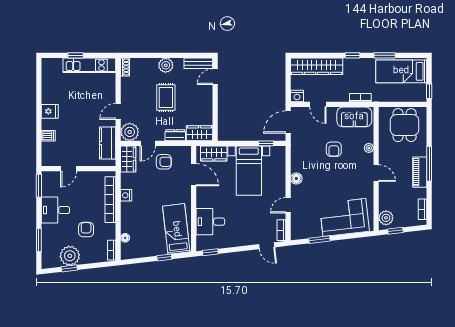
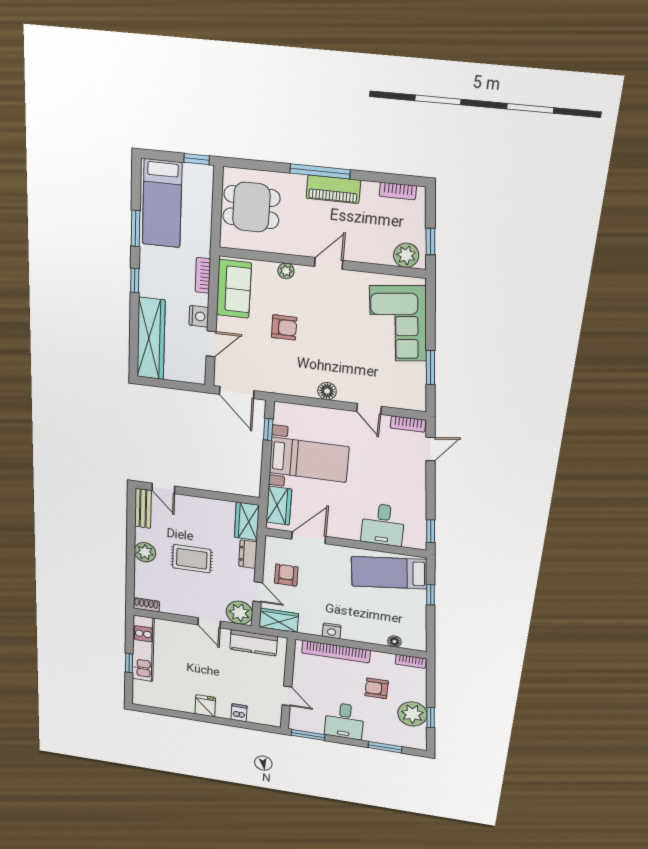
nightstand: (297, 96) -> (199, 316), moved

